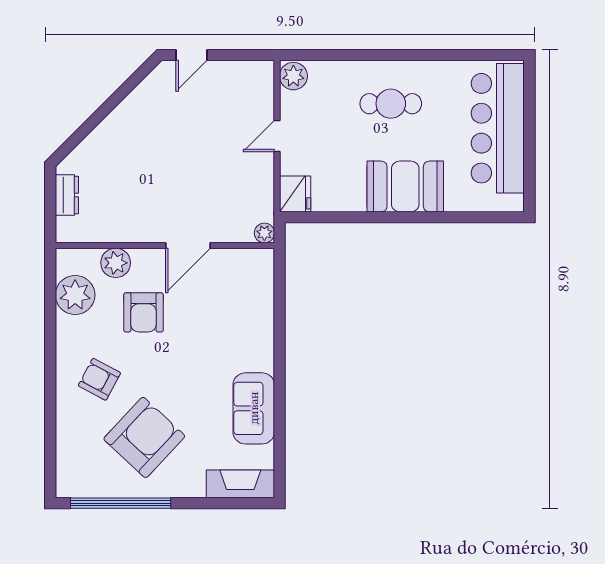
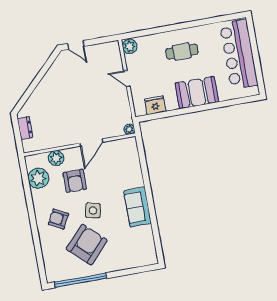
door: (192, 55) -> (76, 45), hinge flipped
door: (277, 136) -> (127, 79), hinge flipped
fridge: (295, 194) -> (155, 105), moved, turned -90
side table: (168, 375) -> (93, 210), added
sofa: (254, 408) -> (138, 207), moved
fireplace: (240, 484) -> (140, 259), removed

